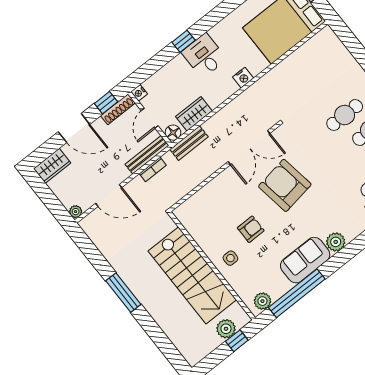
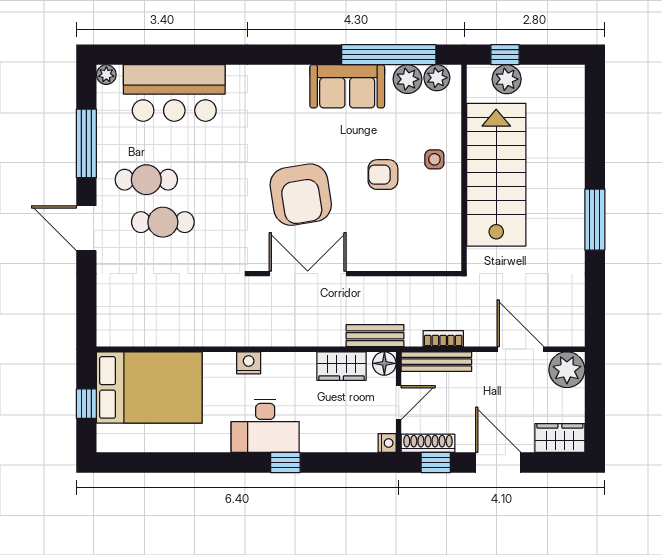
desk: (204, 56) -> (265, 426), width x1.37
plant: (76, 212) -> (567, 370), width x1.88, depth x1.88
plant: (336, 242) -> (408, 79), moved

